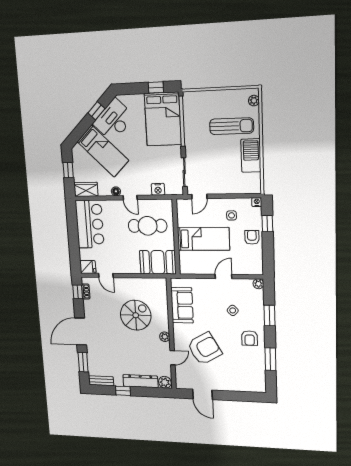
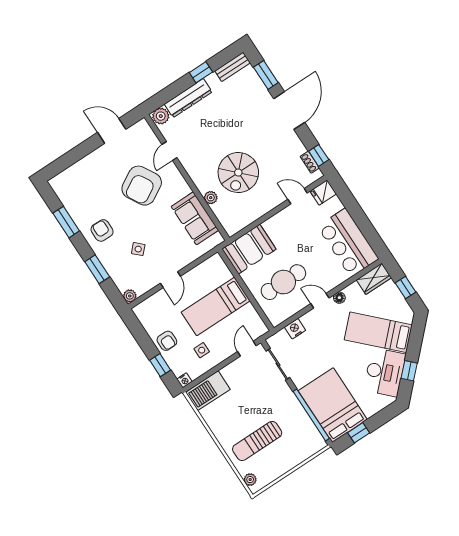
barbecue: (251, 155) -> (208, 391), moved, turned 90
plant: (165, 337) -> (211, 198), moved

